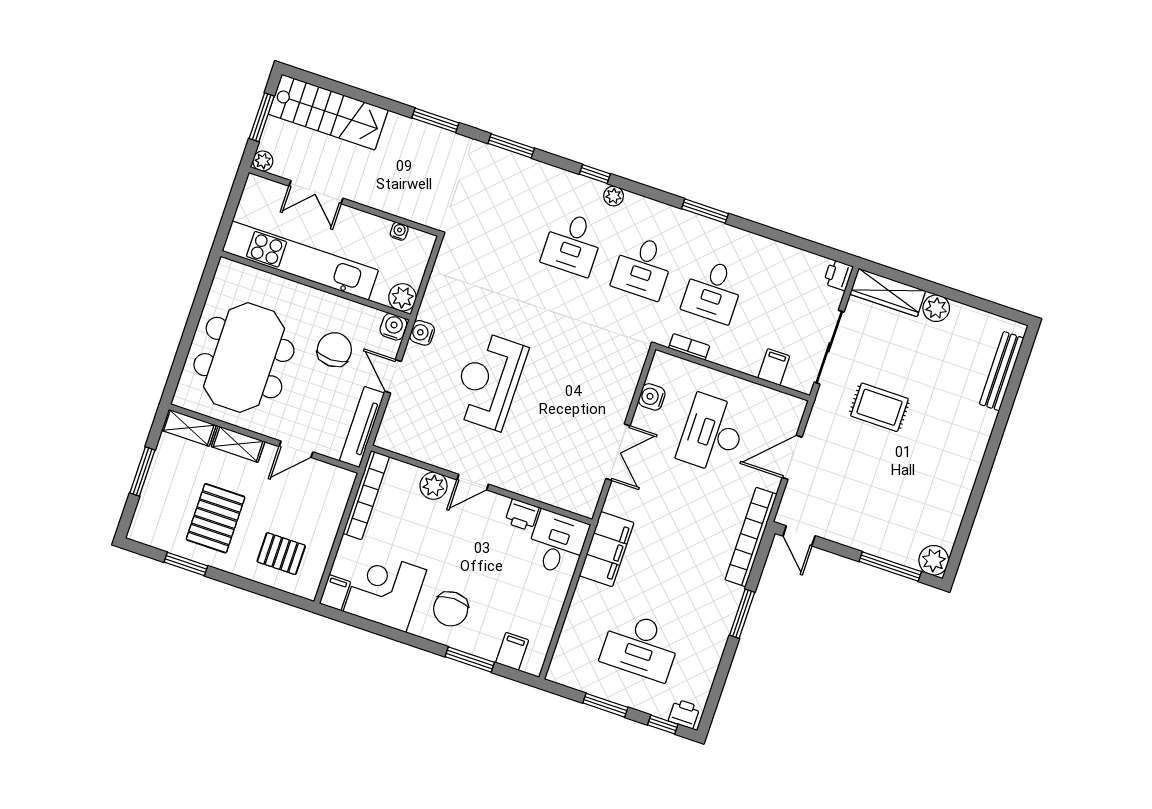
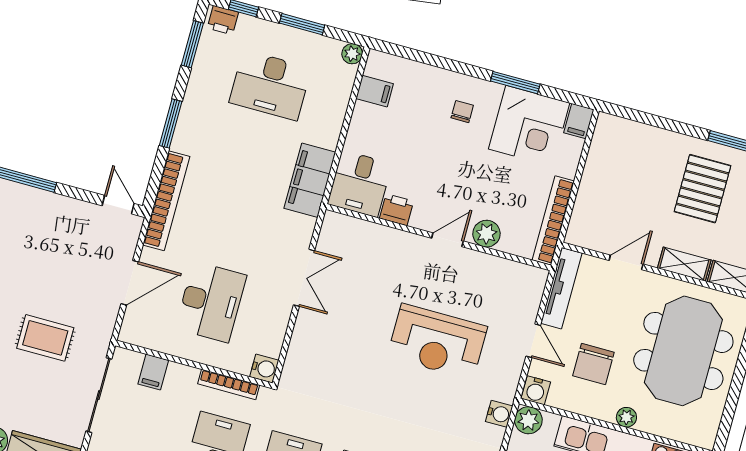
plant: (305, 295) -> (626, 417), added
water cooler: (422, 333) -> (499, 414), moved
bookcase: (689, 347) -> (229, 384), width x1.56
reception desk: (489, 381) -> (437, 342), turned 90
water cooler: (652, 397) -> (264, 368), moved
double door: (618, 452) -> (304, 278), swing flipped
pallet: (281, 554) -> (635, 157), removed
chair: (451, 609) -> (462, 112), width x0.54, depth x0.54
desk: (641, 646) -> (270, 85), turned 180
filing cabinet: (512, 651) -> (375, 91), moved, turned -90
window: (470, 660) -> (515, 83), moved
plant: (557, 673) -> (352, 54), added
window: (716, 692) -> (192, 44), added

